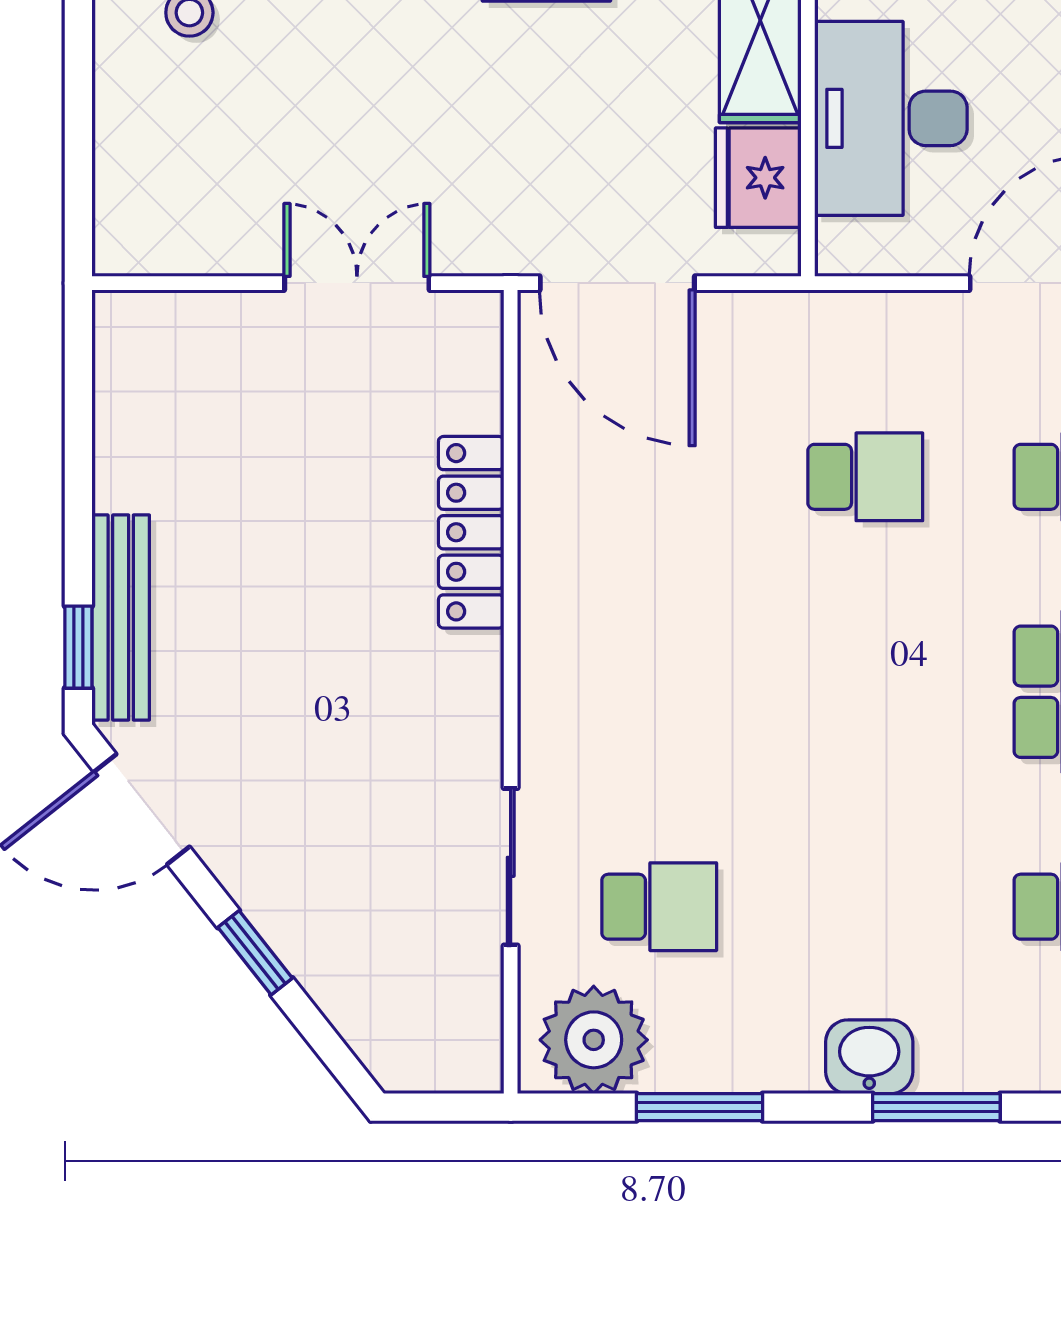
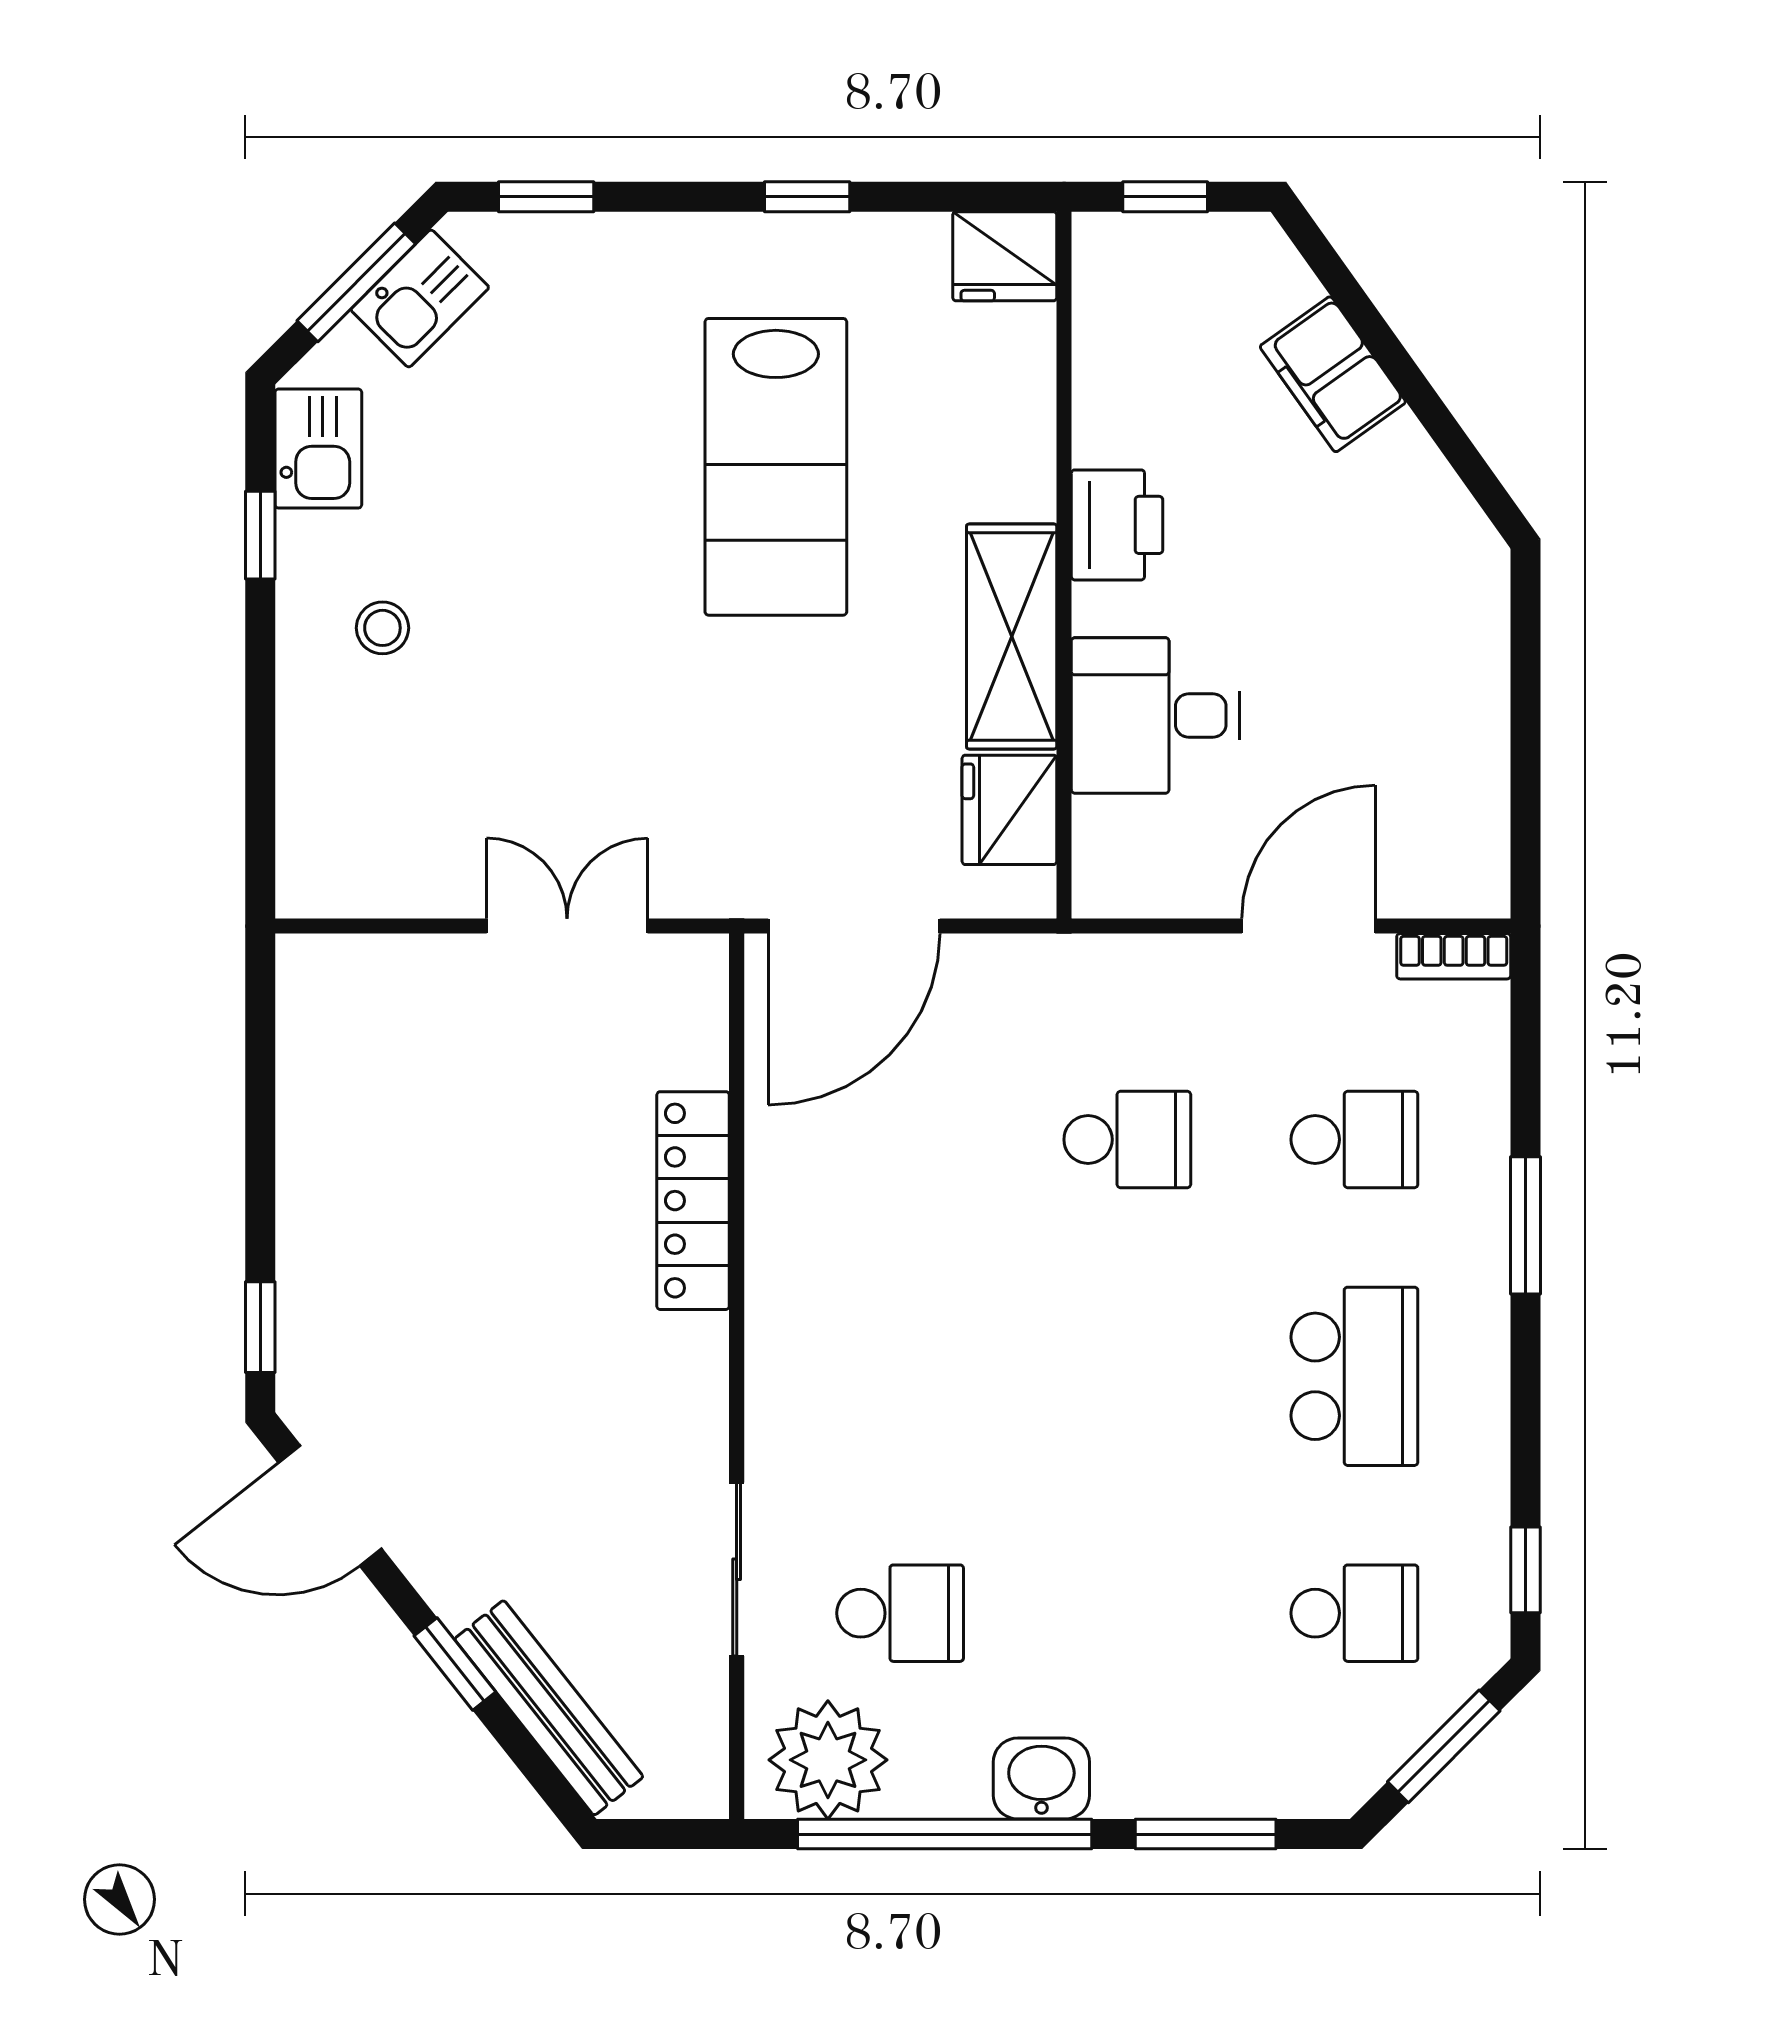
desk: (891, 118) -> (1155, 715), width x0.73
door: (617, 283) -> (854, 926), hinge flipped
bench: (121, 617) -> (549, 1708), moved, turned -38
washbasin: (869, 1057) -> (1041, 1779), moved
window: (700, 1107) -> (945, 1834), width x2.11

